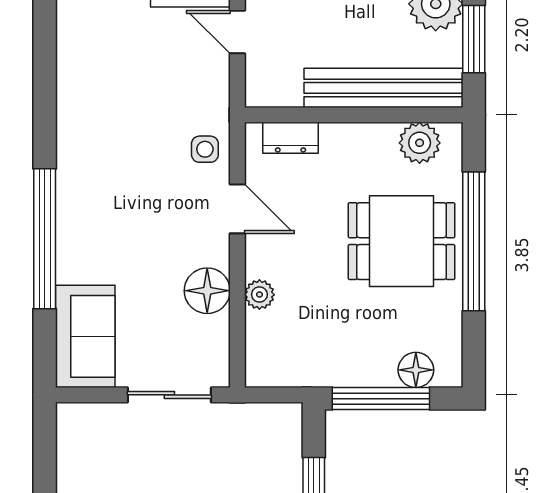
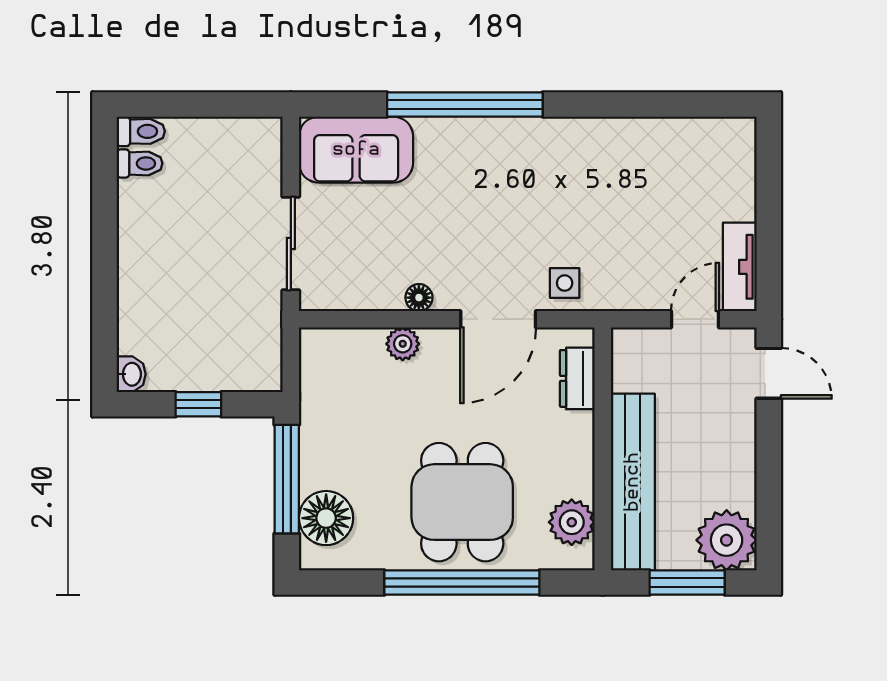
door: (237, 209) -> (498, 319), width x1.38
floor lamp: (207, 291) -> (419, 298), width x0.53, depth x0.53
floor lamp: (416, 370) -> (326, 518), width x1.38, depth x1.38

